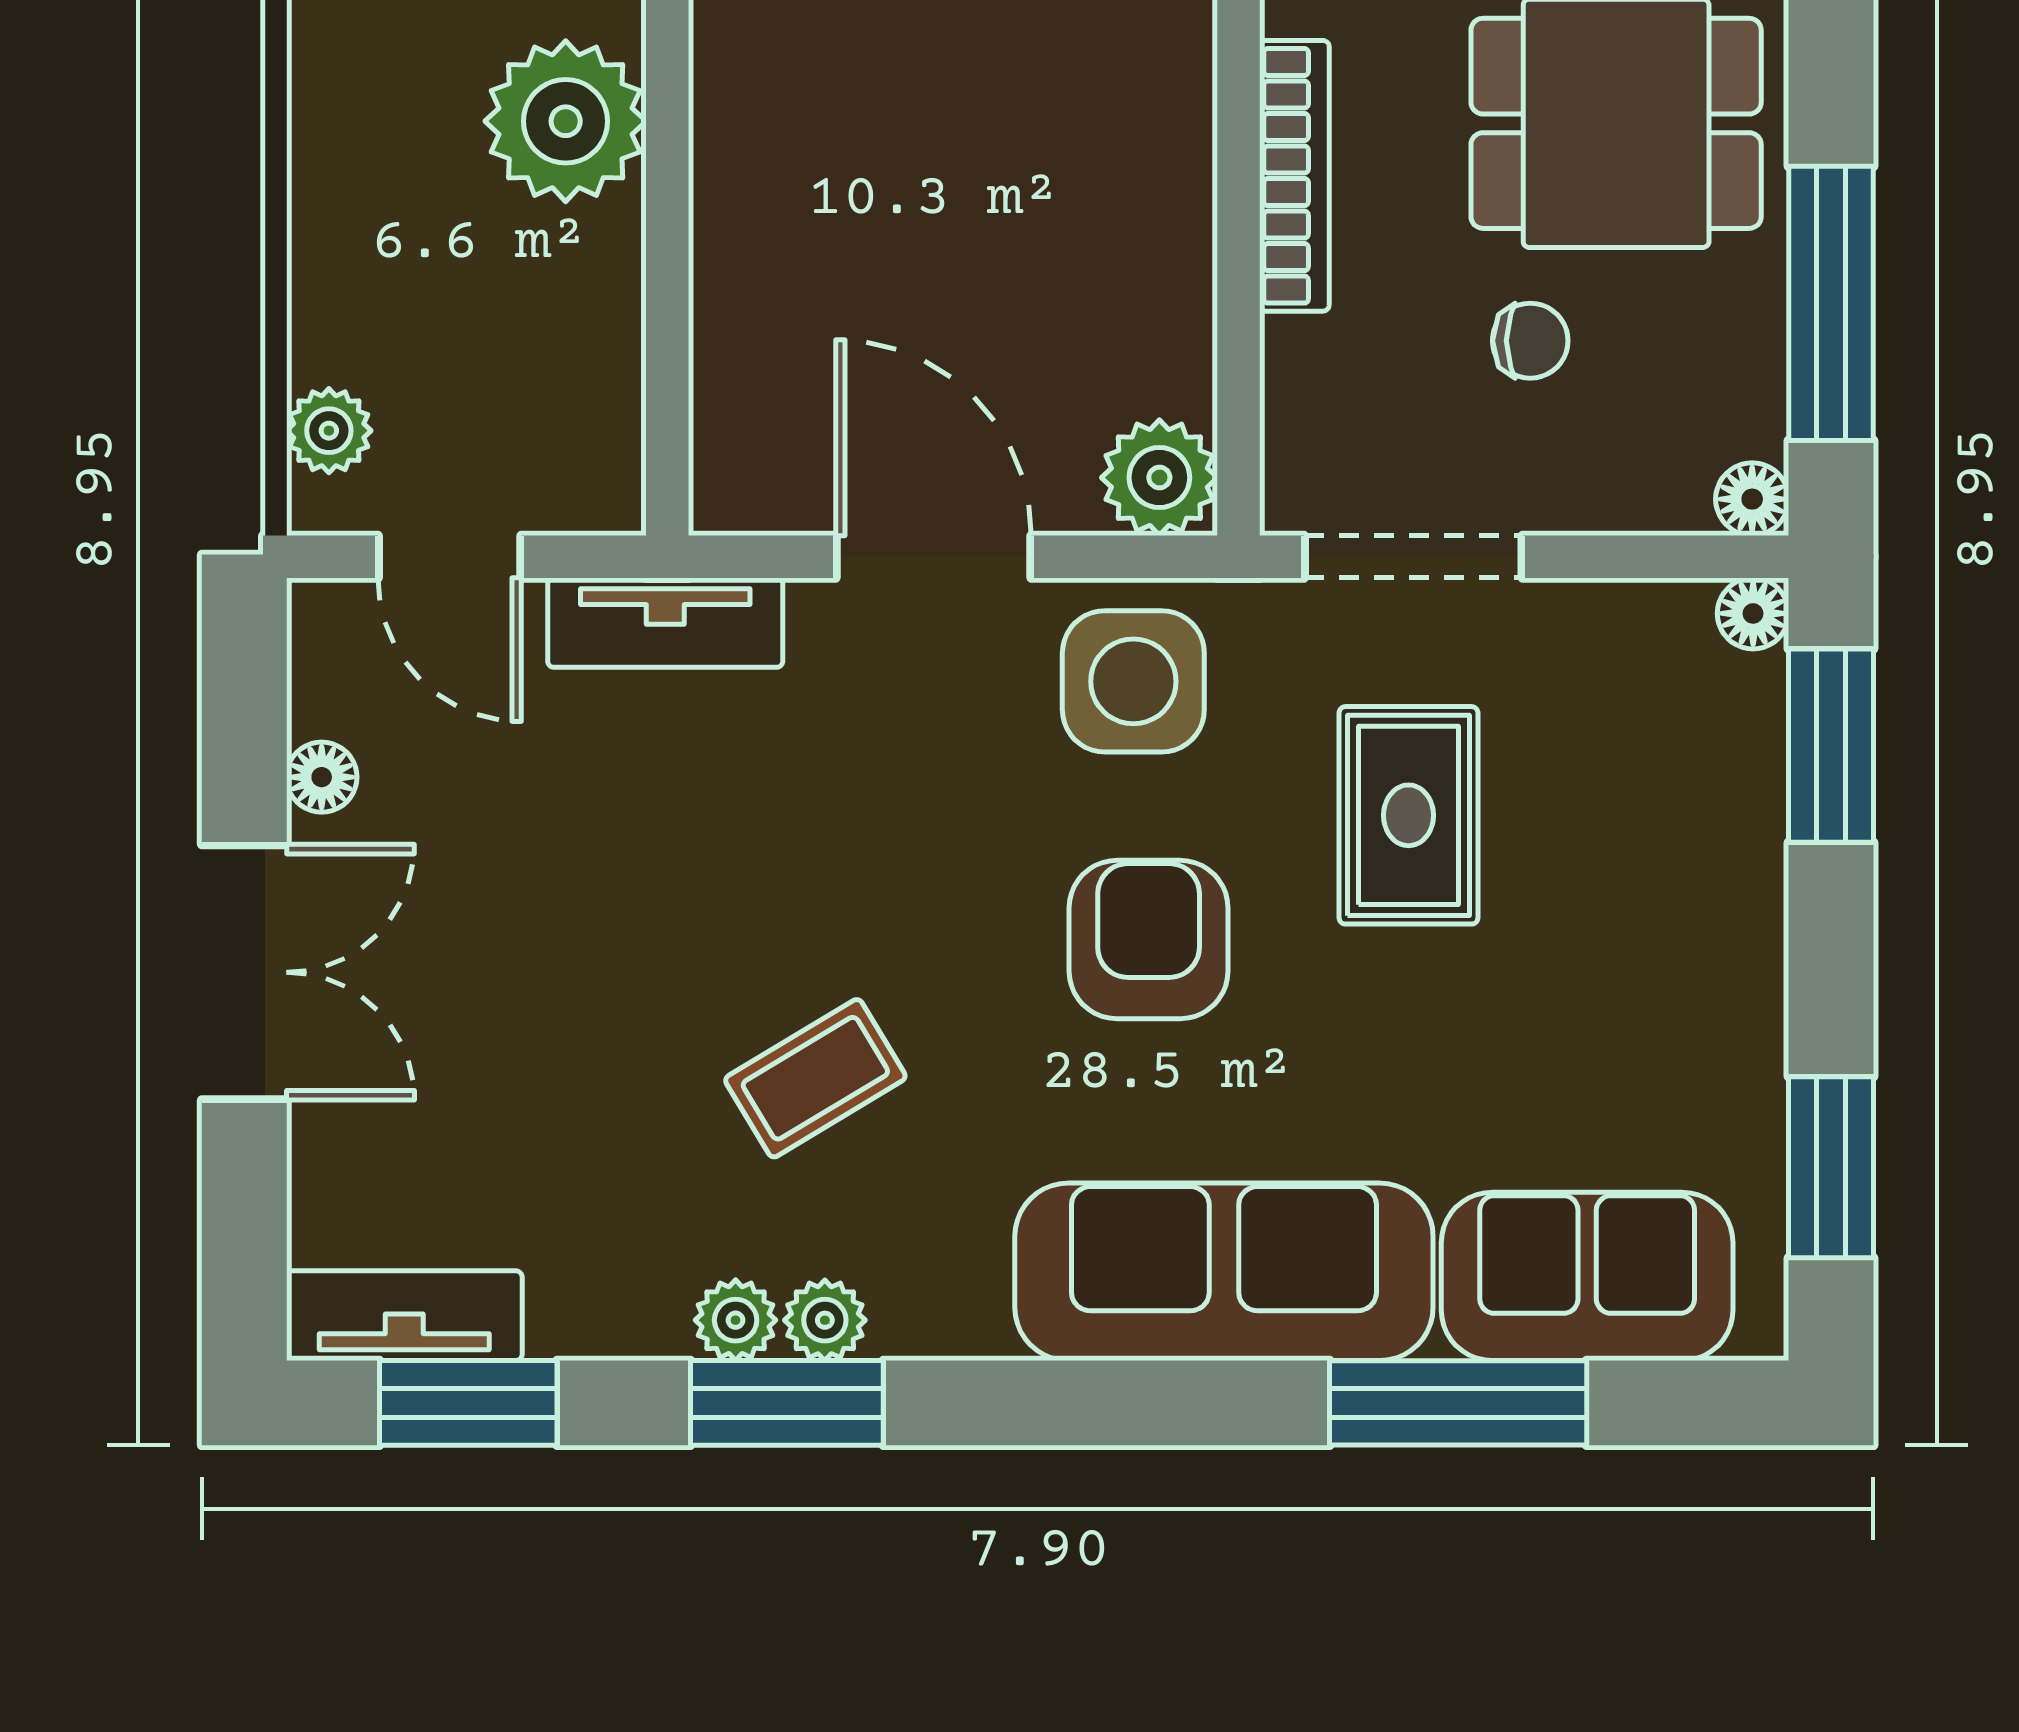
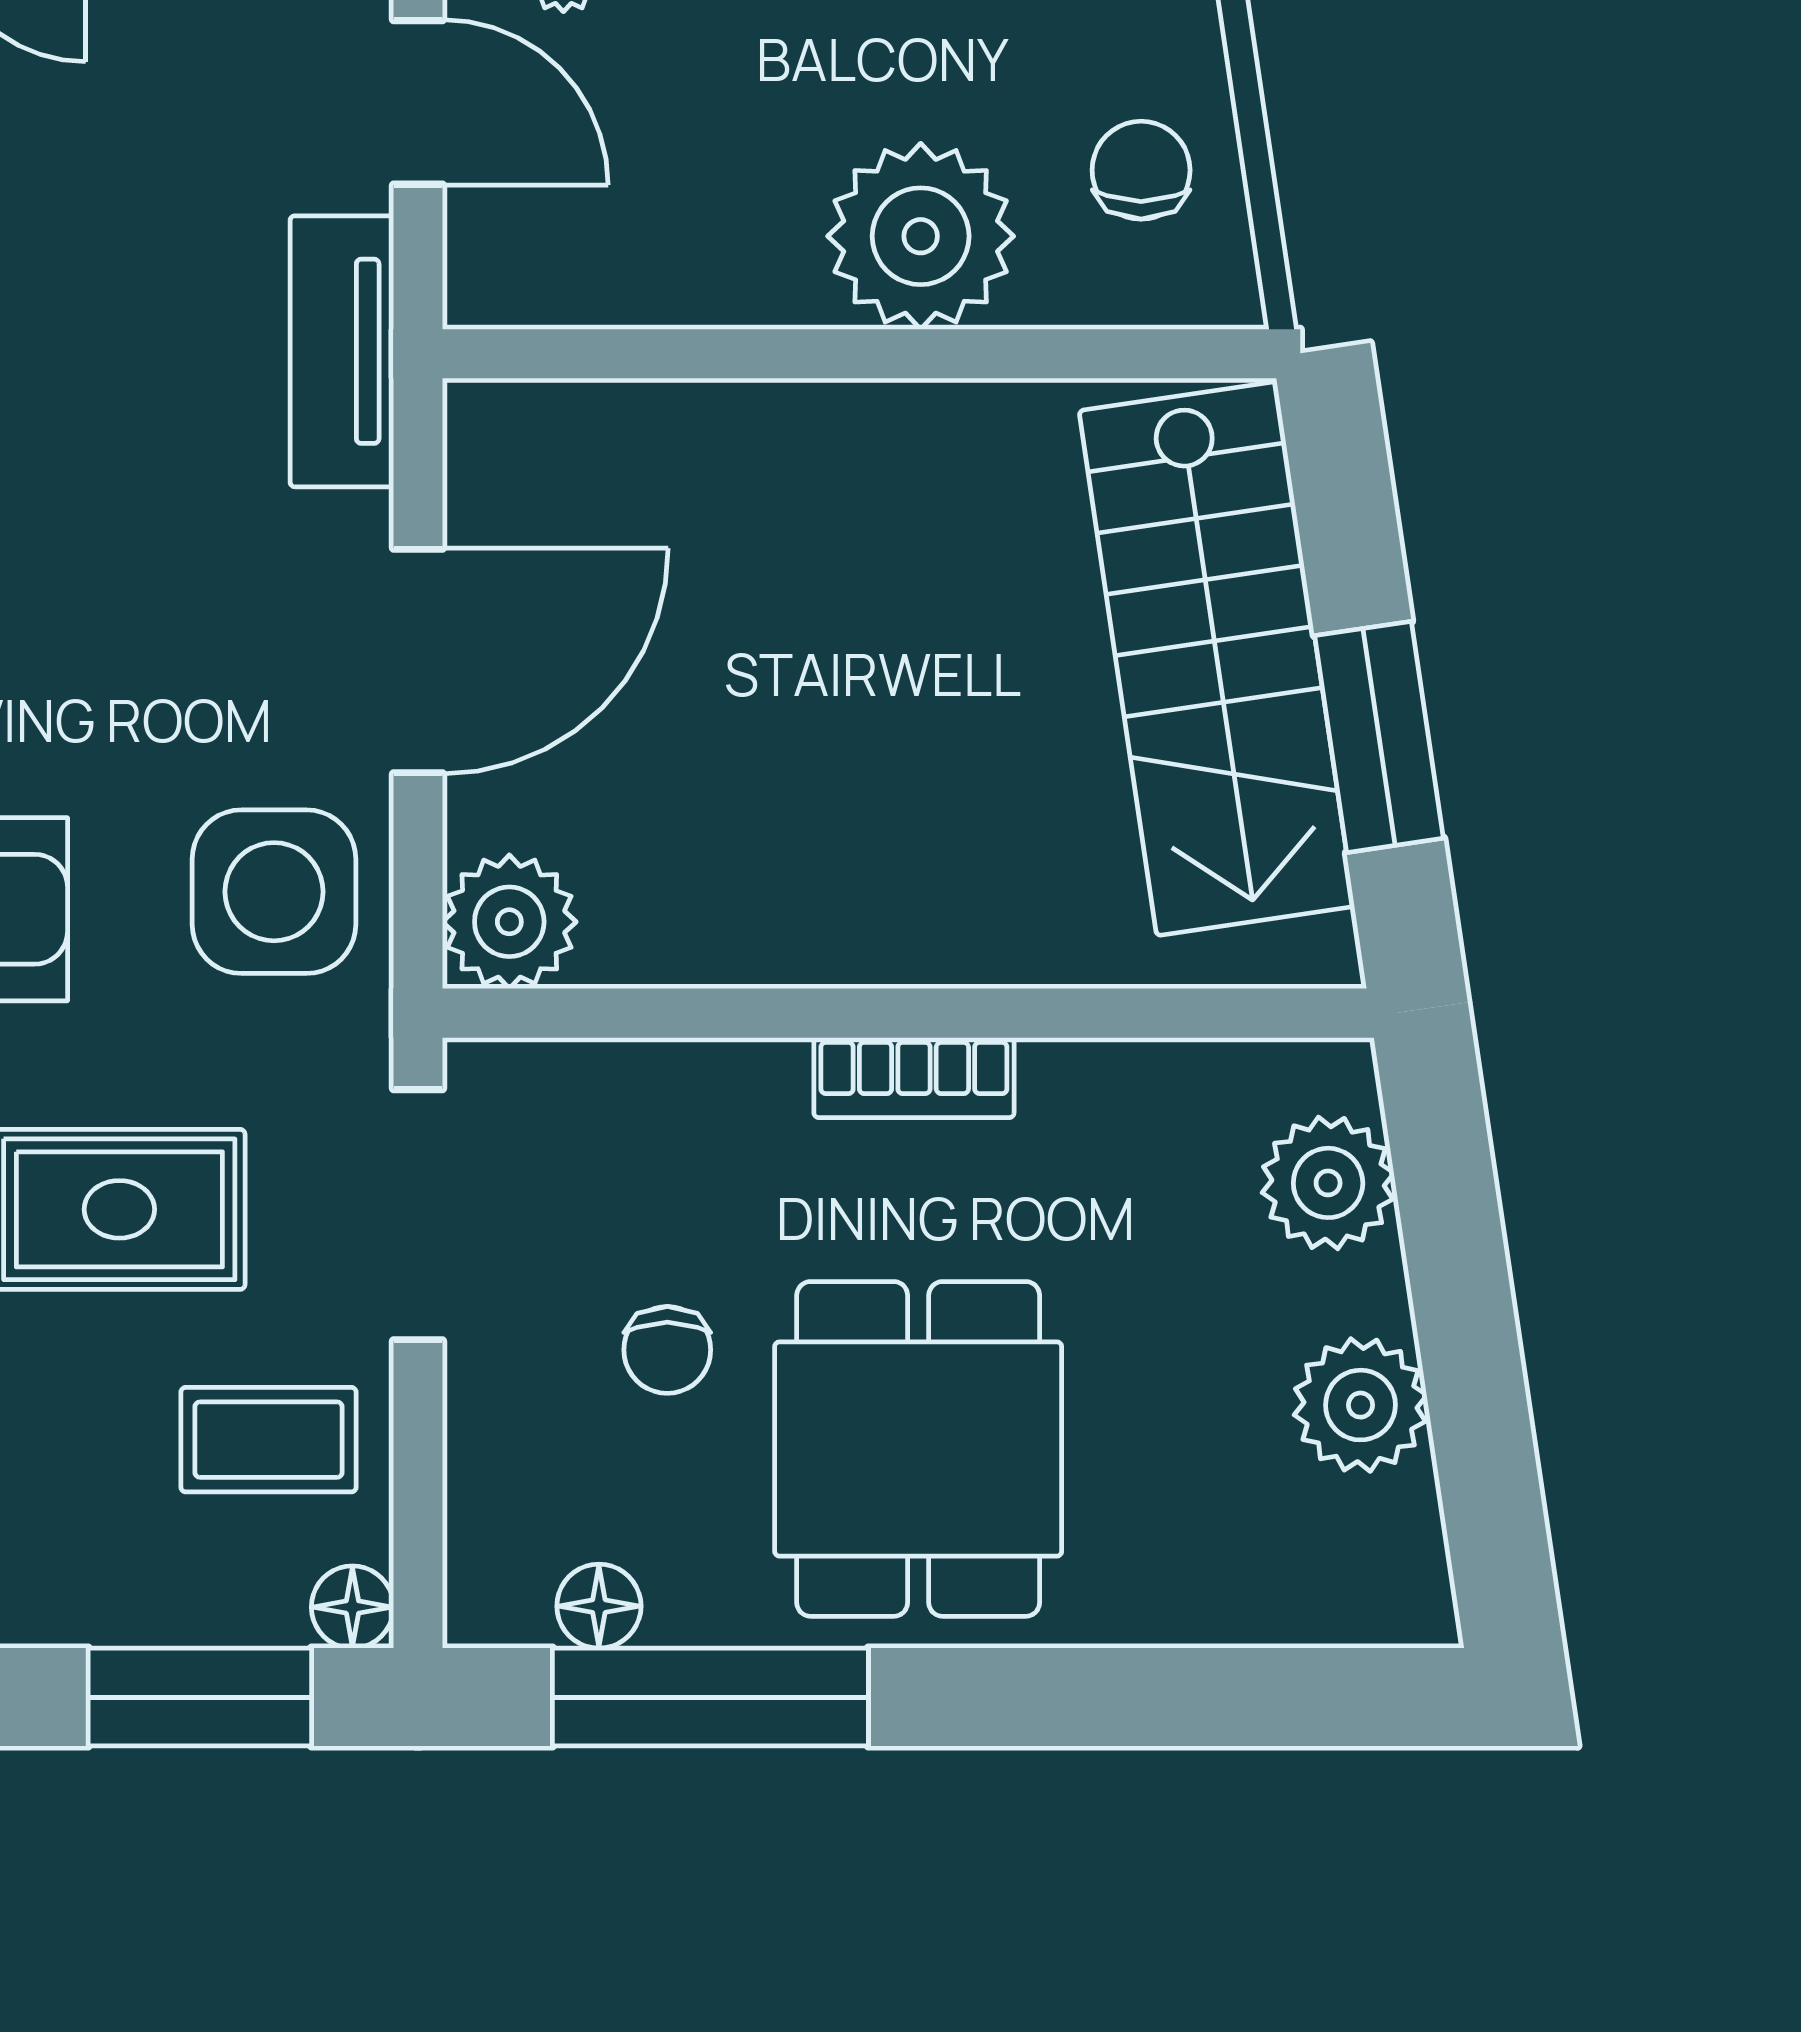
bookcase: (1294, 176) -> (914, 1078), width x0.64
floor lamp: (1752, 499) -> (599, 1606), moved
door: (450, 557) -> (418, 102), swing flipped
coffee table: (1608, 686) -> (268, 1440), added

